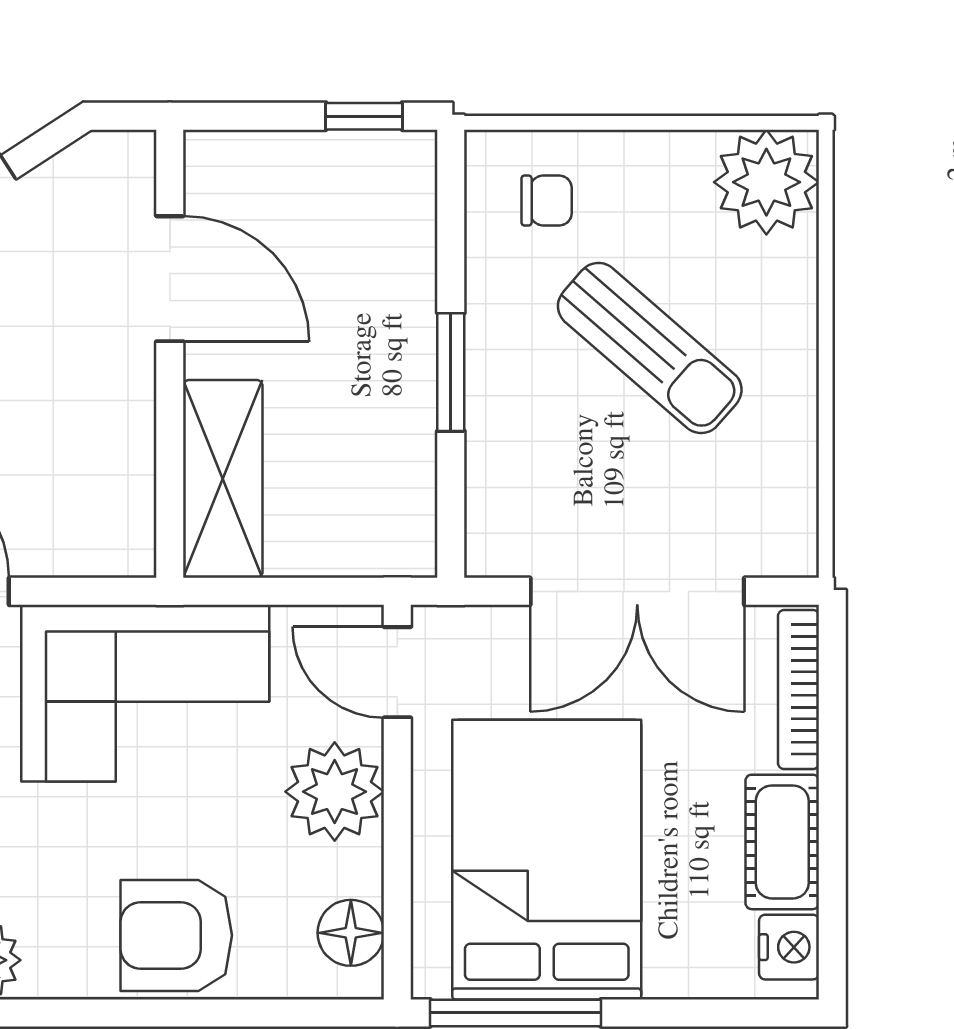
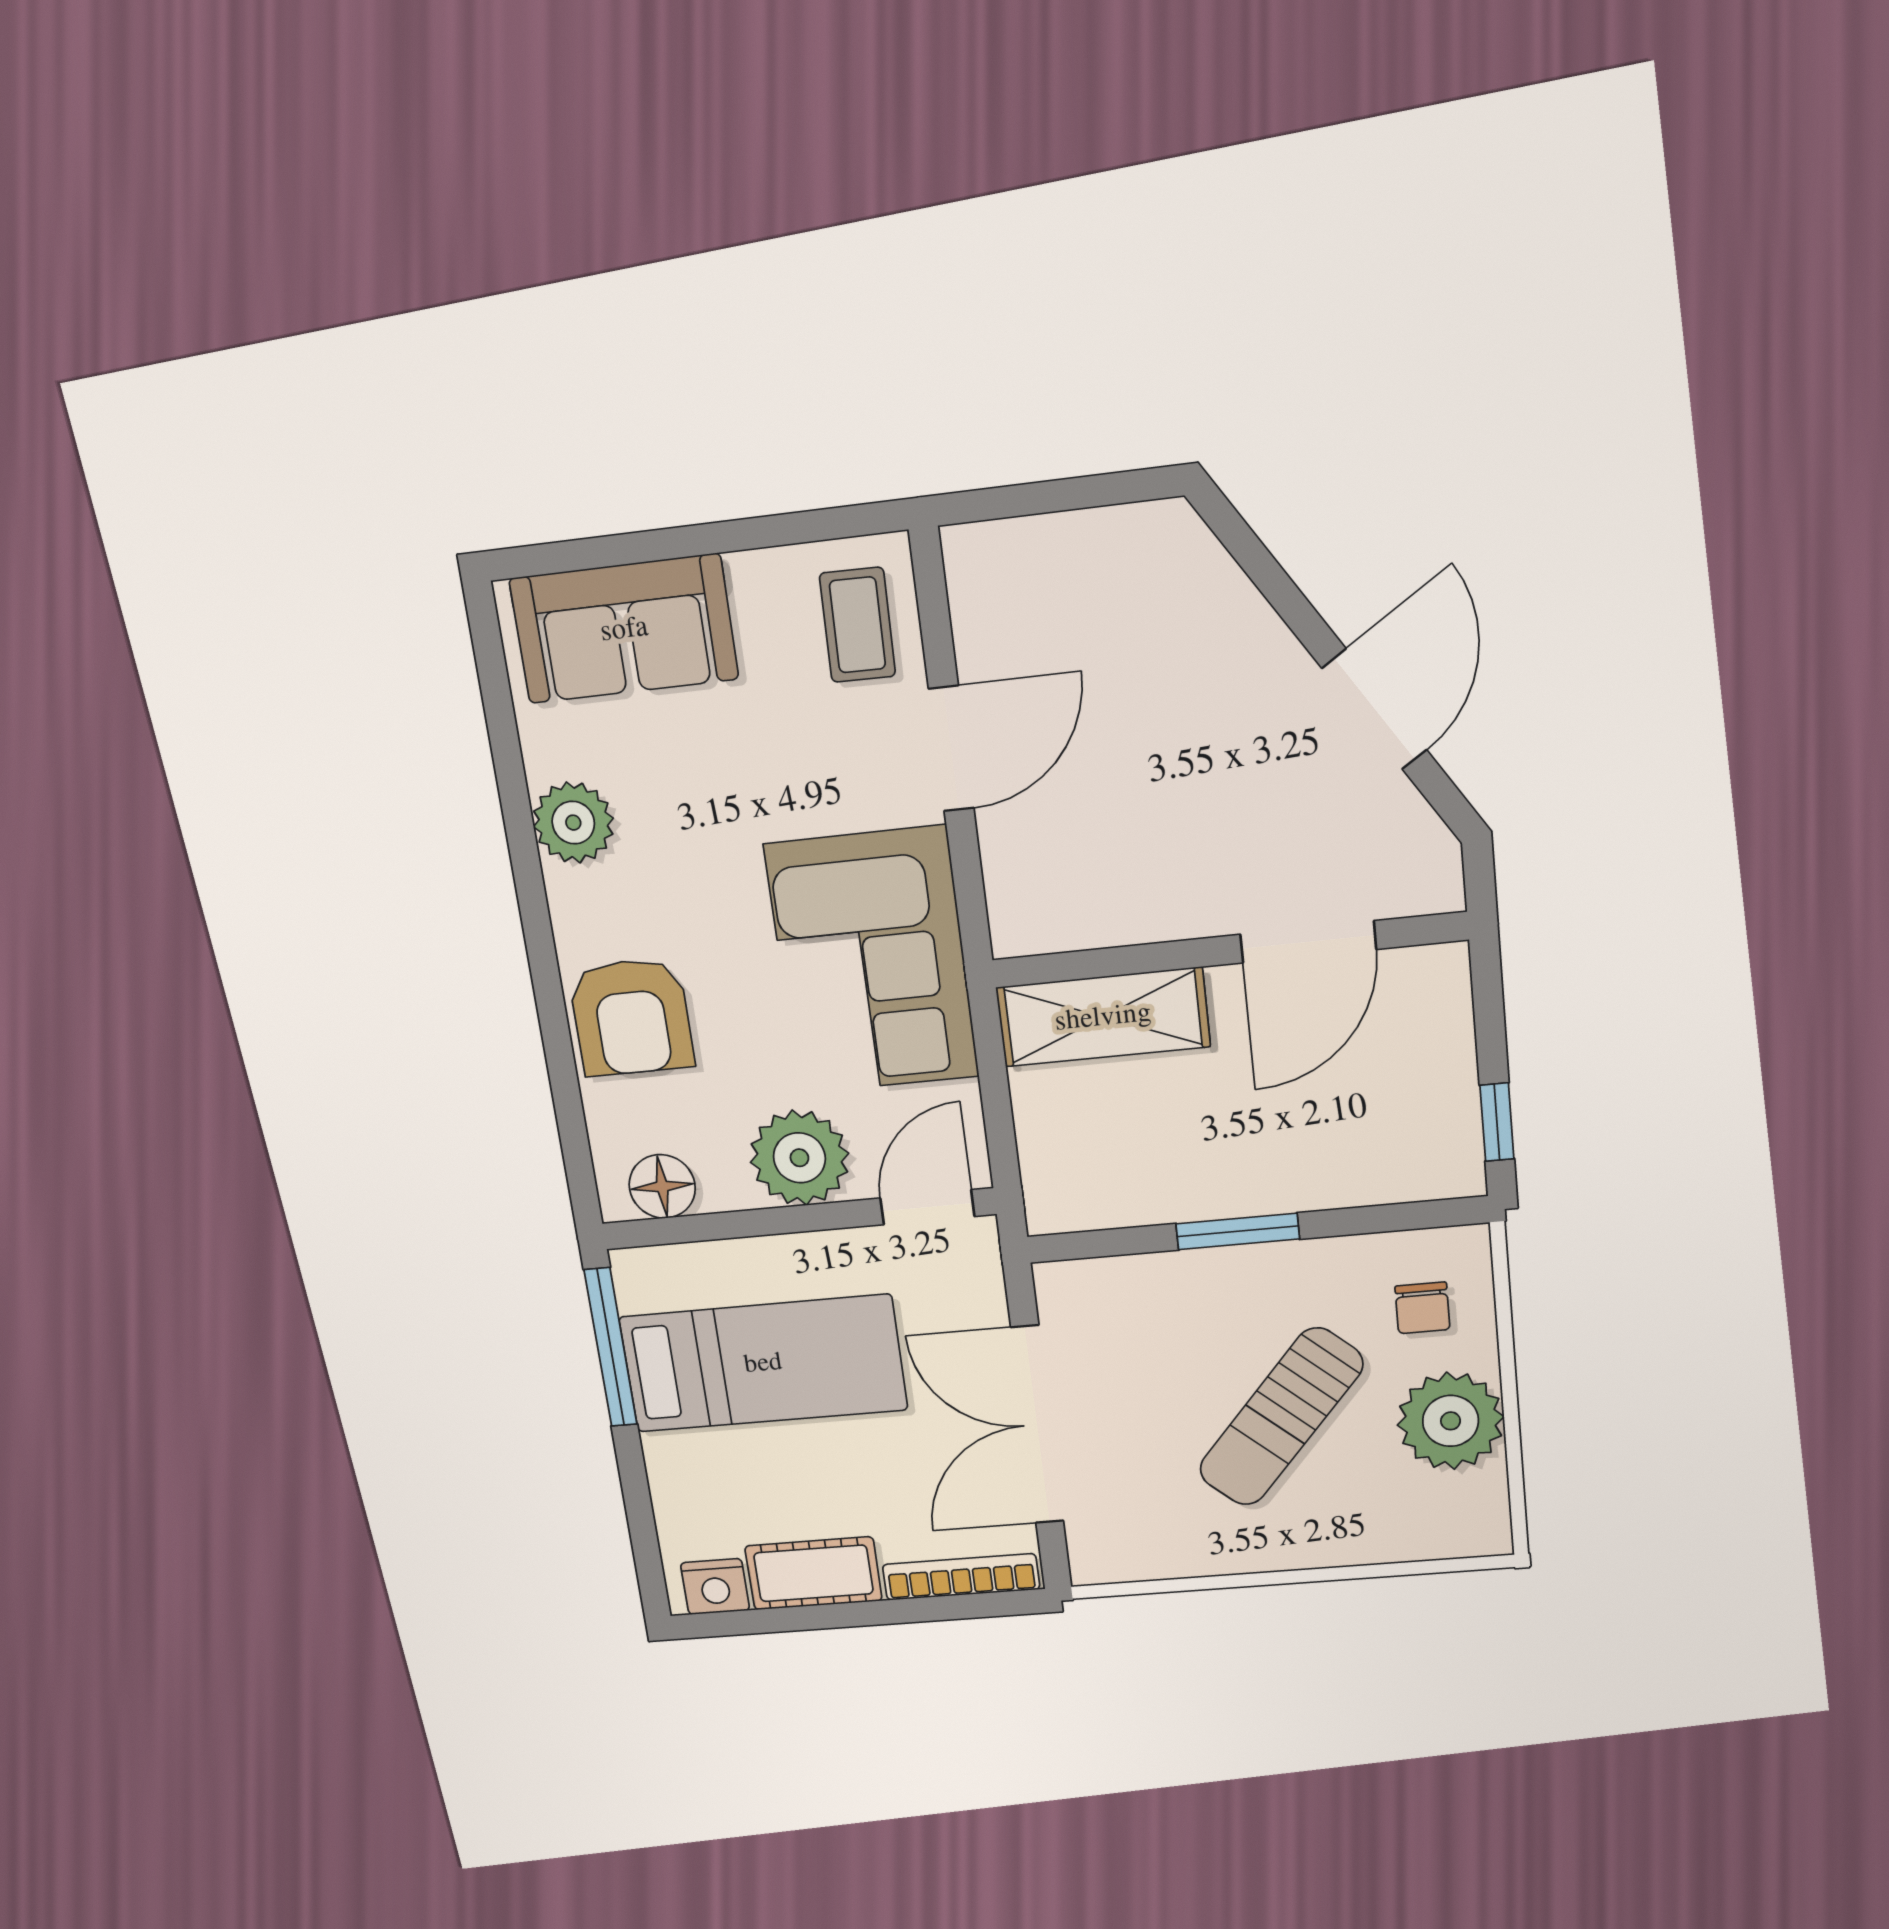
plant: (766, 182) -> (1451, 1421), moved
bed: (547, 860) -> (763, 1363), width x0.67
armchair: (176, 935) -> (631, 1017), turned 180

